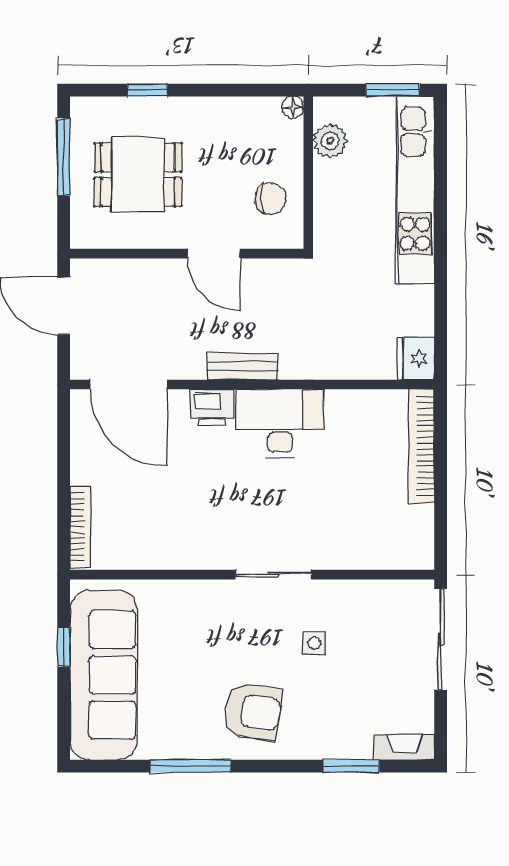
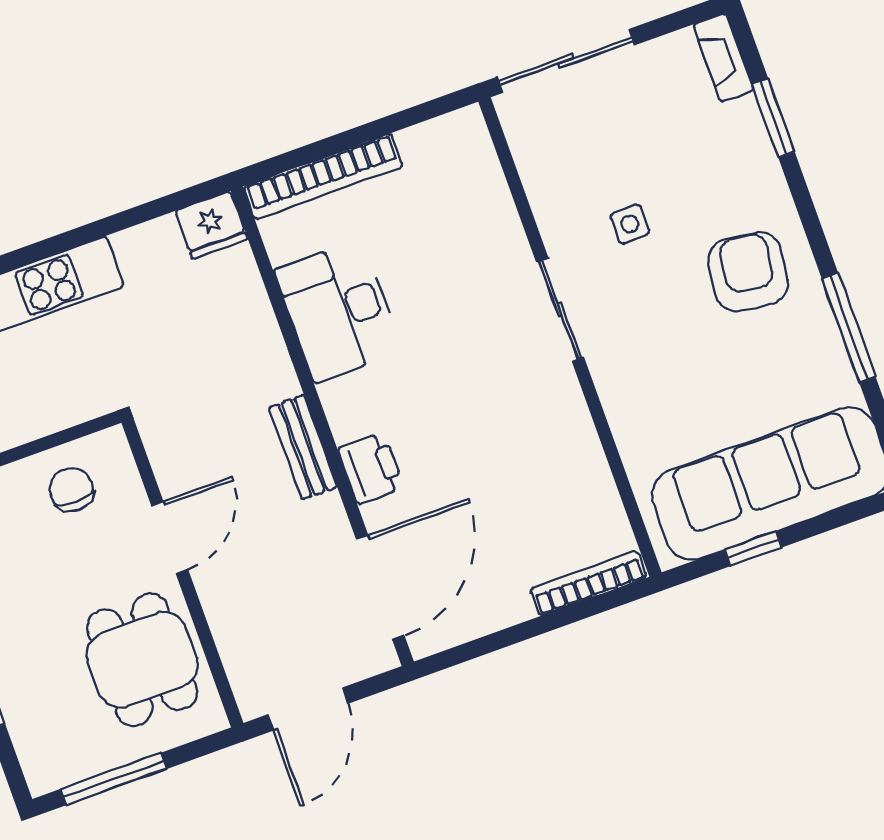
dining table: (138, 175) -> (142, 660), moved
desk: (280, 424) -> (338, 311), moved

